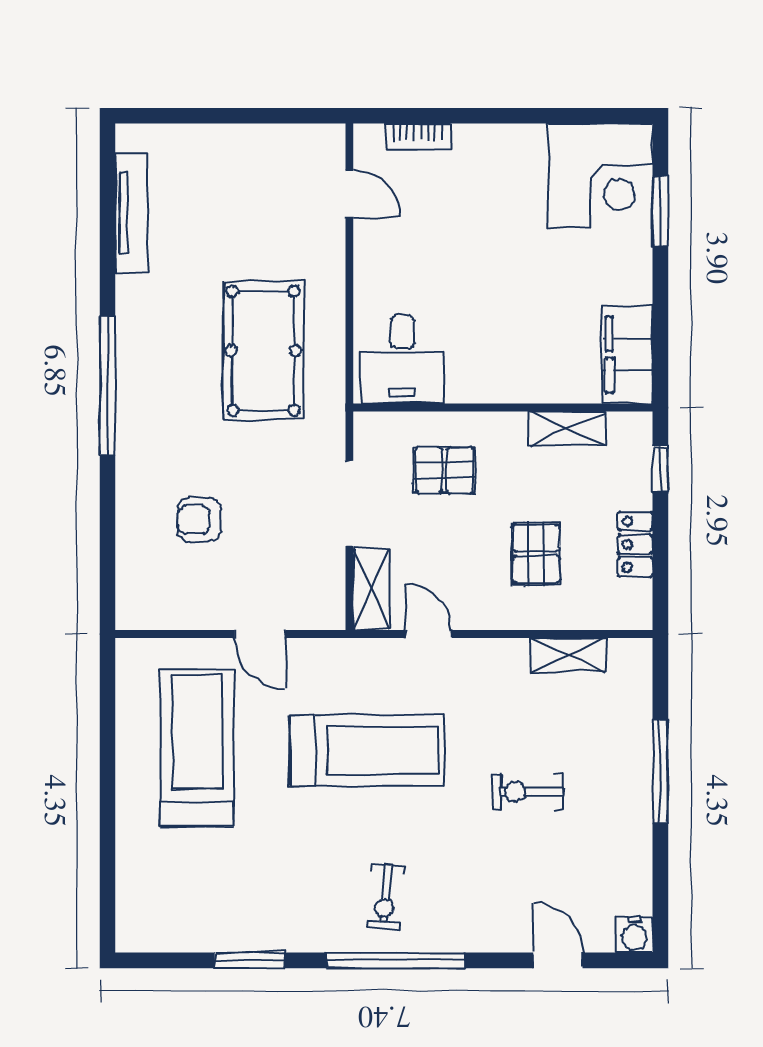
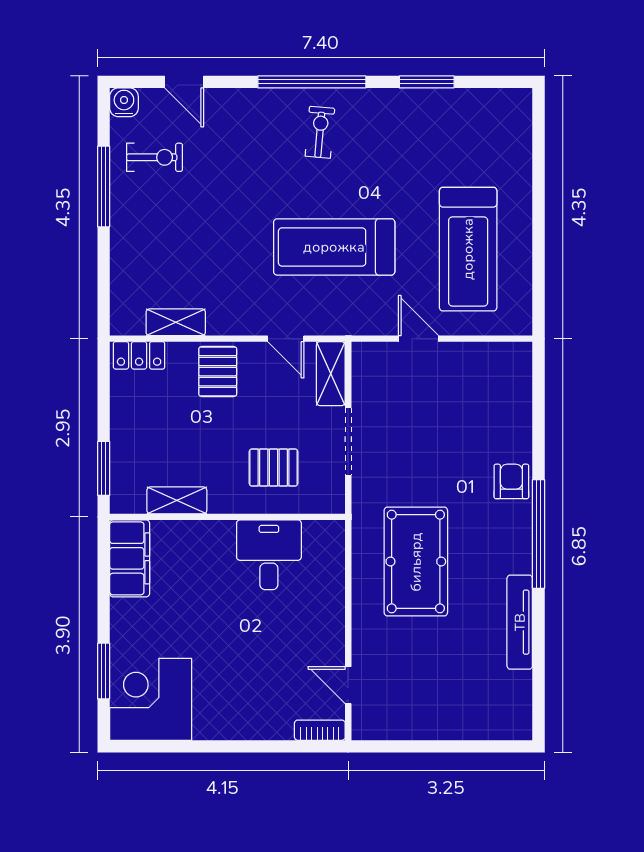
bookcase: (418, 136) -> (320, 730), moved
tv unit: (131, 213) -> (520, 622), moved
desk: (402, 359) -> (269, 555), moved
window: (660, 469) -> (104, 468), width x1.50
armchair: (199, 520) -> (511, 481), moved, turned -90
locker: (635, 544) -> (139, 355), moved, turned 90
pallet: (536, 554) -> (218, 372), moved
window: (660, 771) -> (104, 186), moved
exercise bike: (528, 792) -> (155, 157), moved

